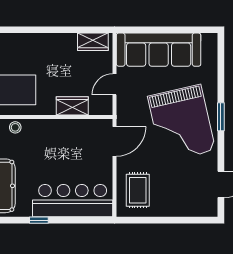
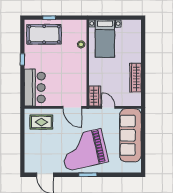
wardrobe: (93, 42) -> (135, 78), moved, width x1.50
wardrobe: (72, 106) -> (95, 96), moved
bar counter: (73, 201) -> (35, 88), width x0.73

